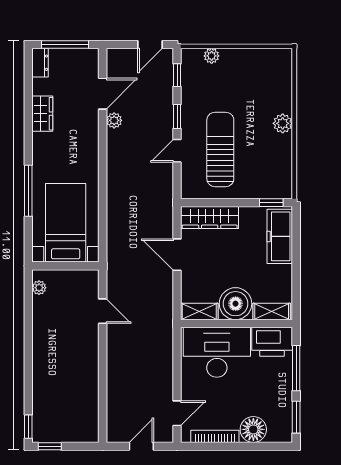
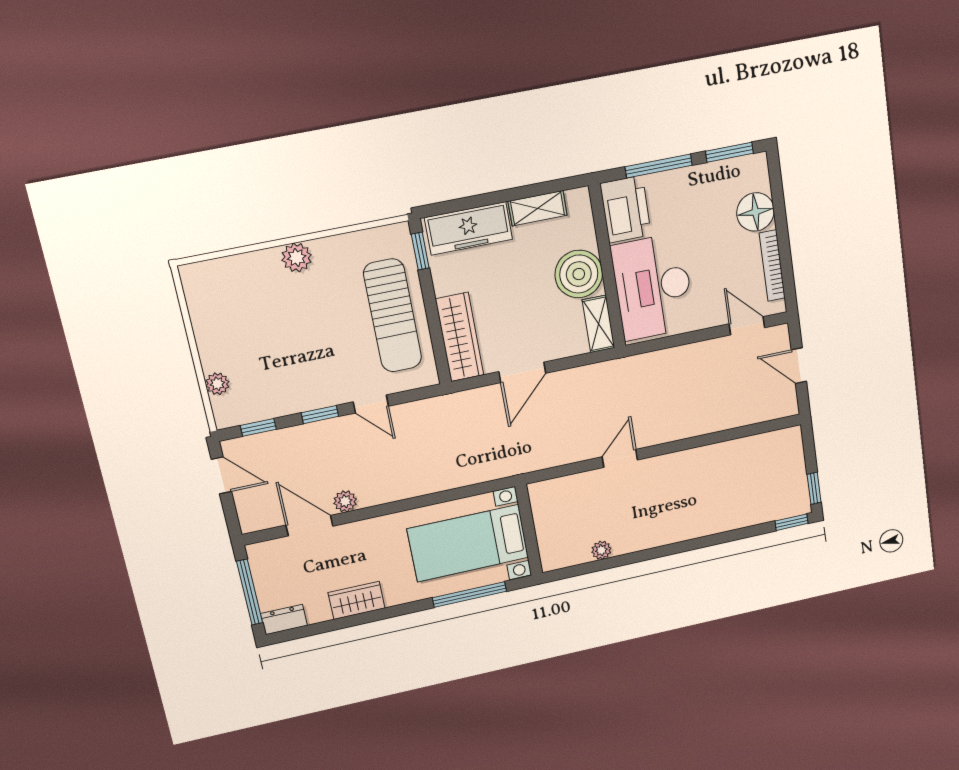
sun lounger: (220, 149) -> (393, 316), moved, turned -90
bed with nightstands: (66, 223) -> (468, 543), moved
wall: (65, 266) -> (529, 530), moved
shelving: (272, 311) -> (538, 208), moved, turned 90

